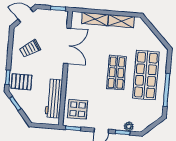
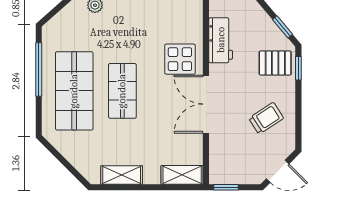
shelving: (95, 19) -> (182, 175), moved
double door: (67, 46) -> (206, 104), moved
workbench: (54, 99) -> (221, 40), width x0.73
display table: (78, 109) -> (180, 59), moved

